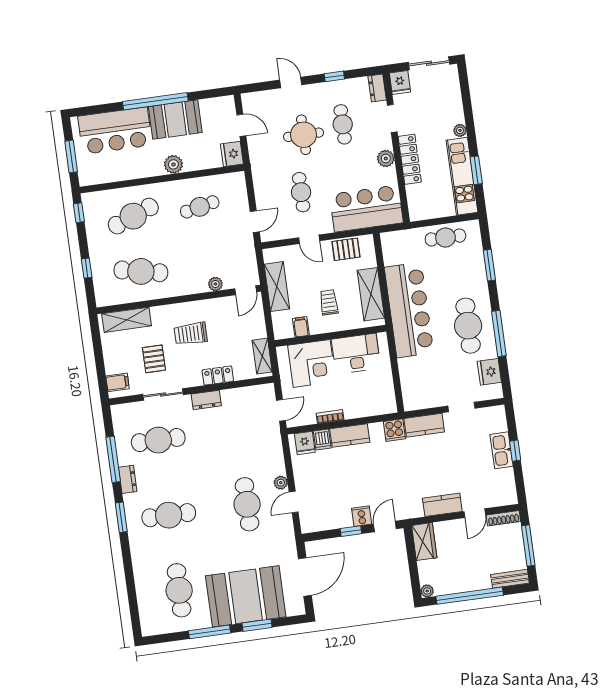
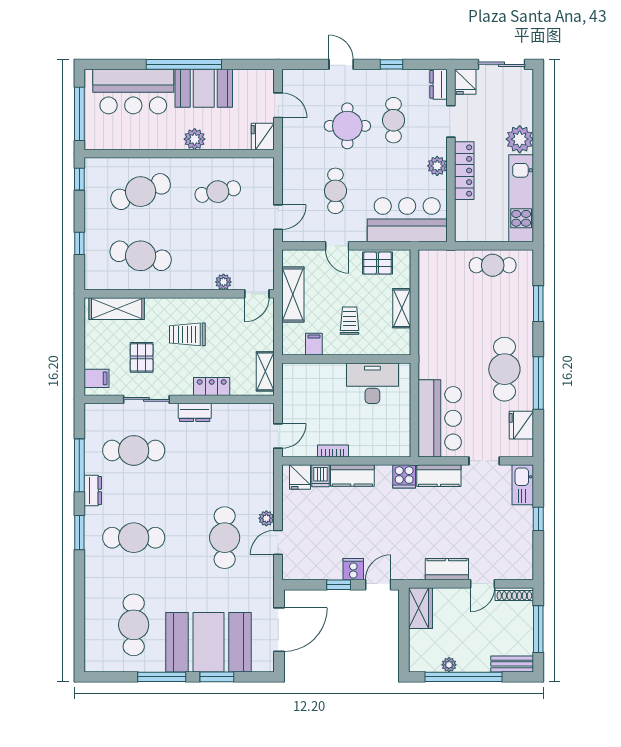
plant: (460, 130) -> (520, 139), width x1.87, depth x1.87
window: (71, 156) -> (79, 114), width x1.44
window: (476, 170) -> (538, 194), removed
shelving: (371, 294) -> (402, 308), width x0.67, depth x0.75
bar counter: (409, 310) -> (440, 418), moved, width x0.73
corner desk: (312, 363) -> (320, 387), removed
kitchen sink: (502, 450) -> (523, 485), moved
plant: (427, 591) -> (449, 665), moved

